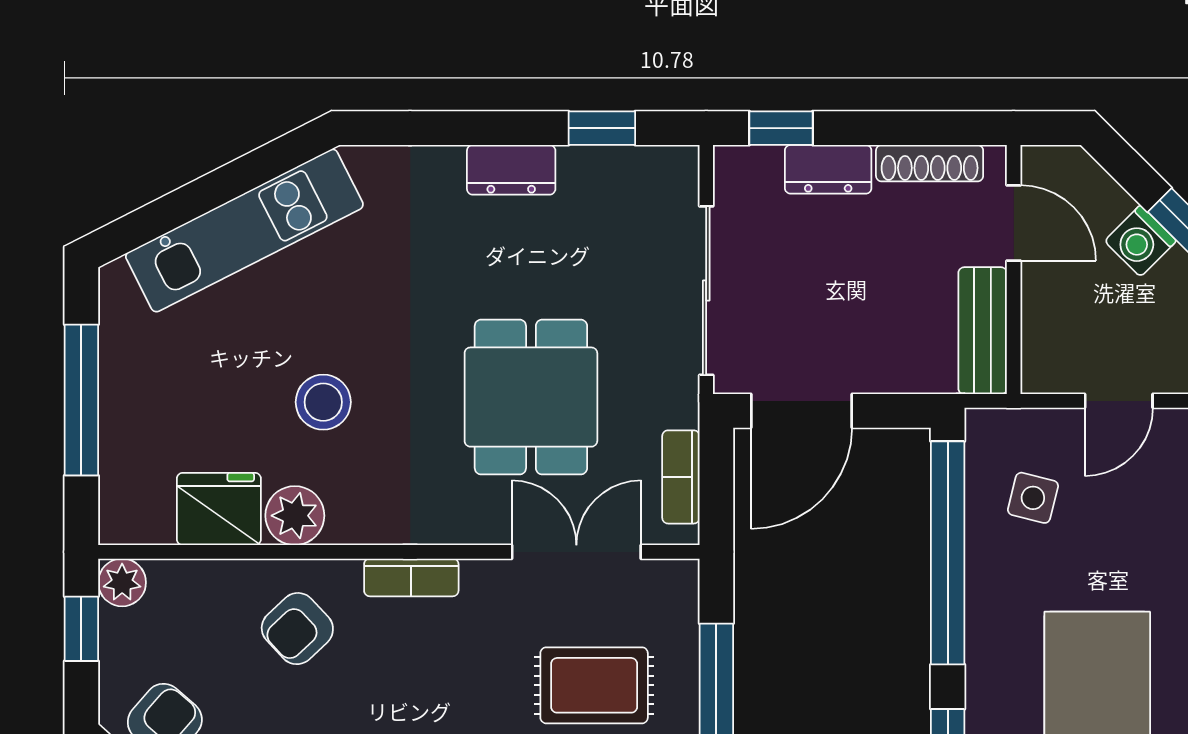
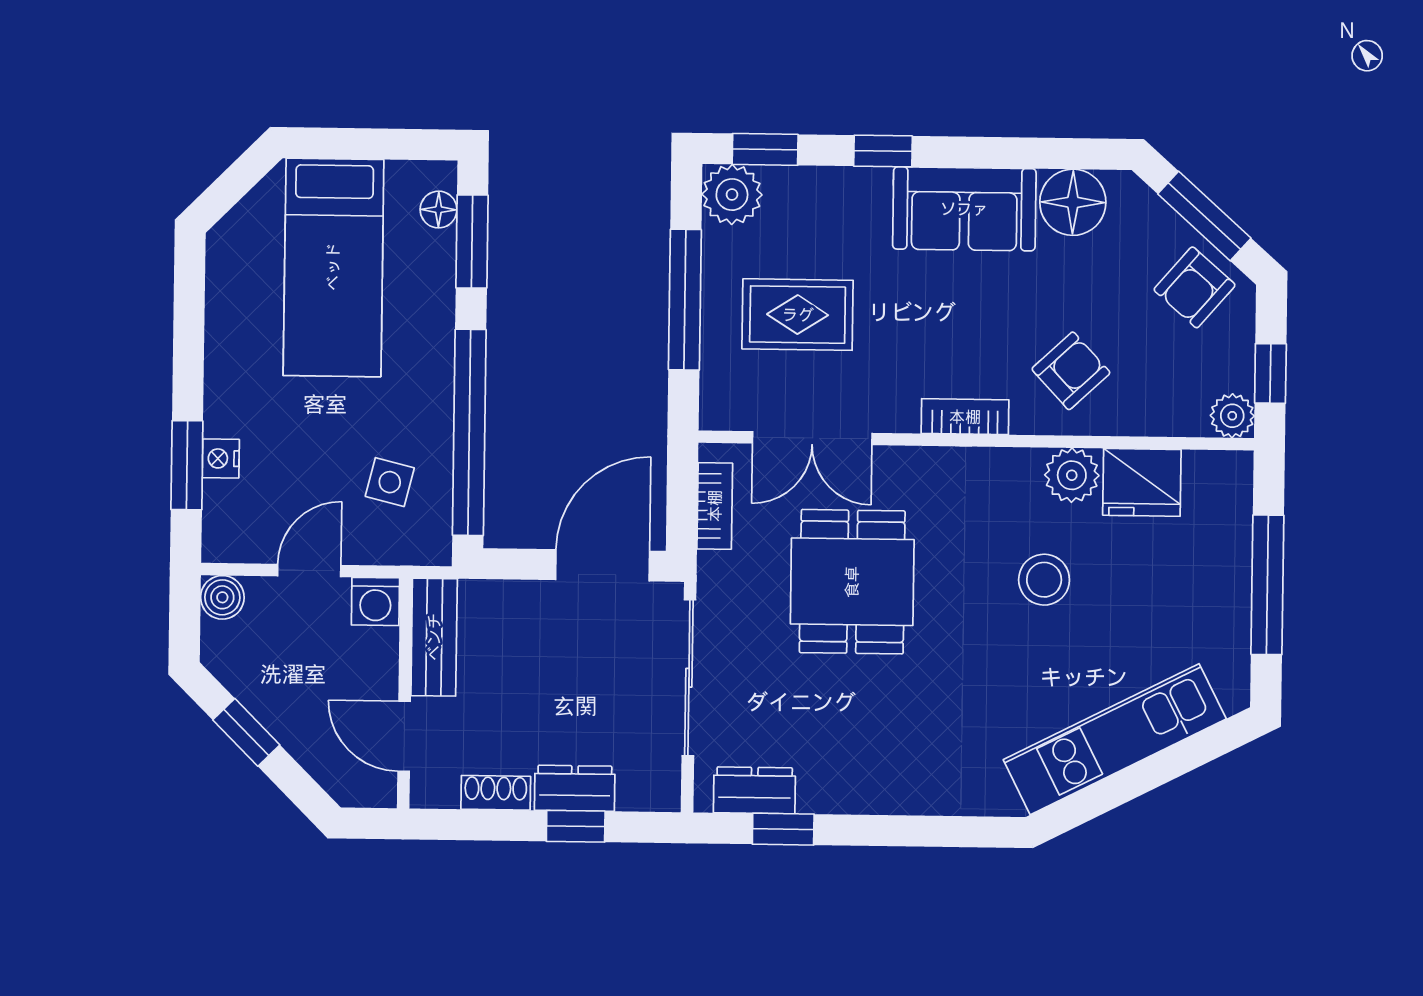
window: (781, 128) -> (576, 826), moved
shoe rack: (930, 163) -> (496, 793), width x0.70
dresser: (511, 170) -> (754, 790), moved
washing machine: (1140, 241) -> (375, 601), moved, turned 135

